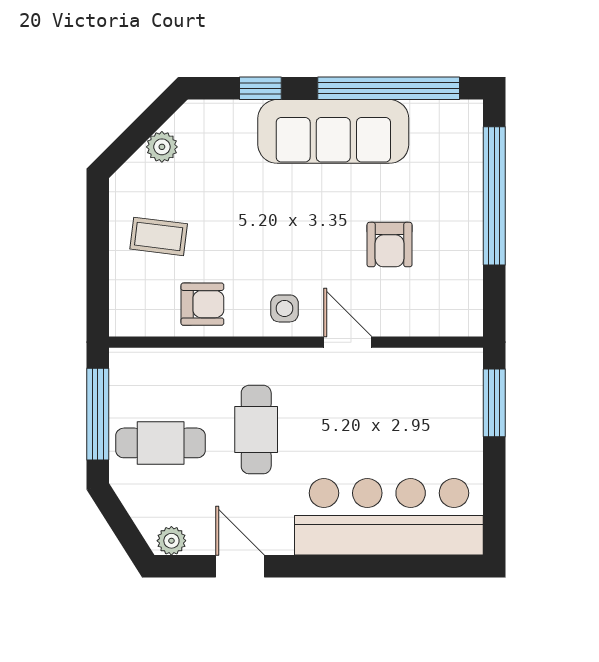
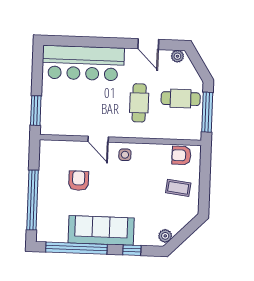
plant: (162, 147) -> (165, 236), moved
armchair: (202, 304) -> (181, 155), moved

